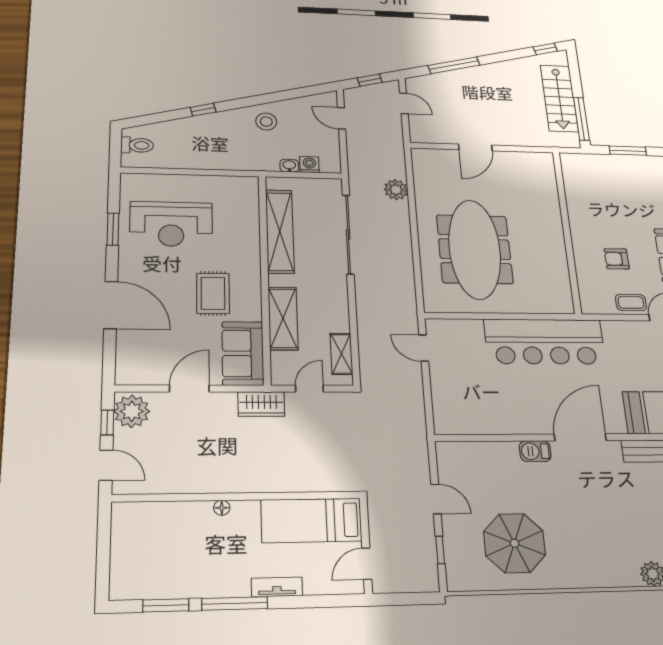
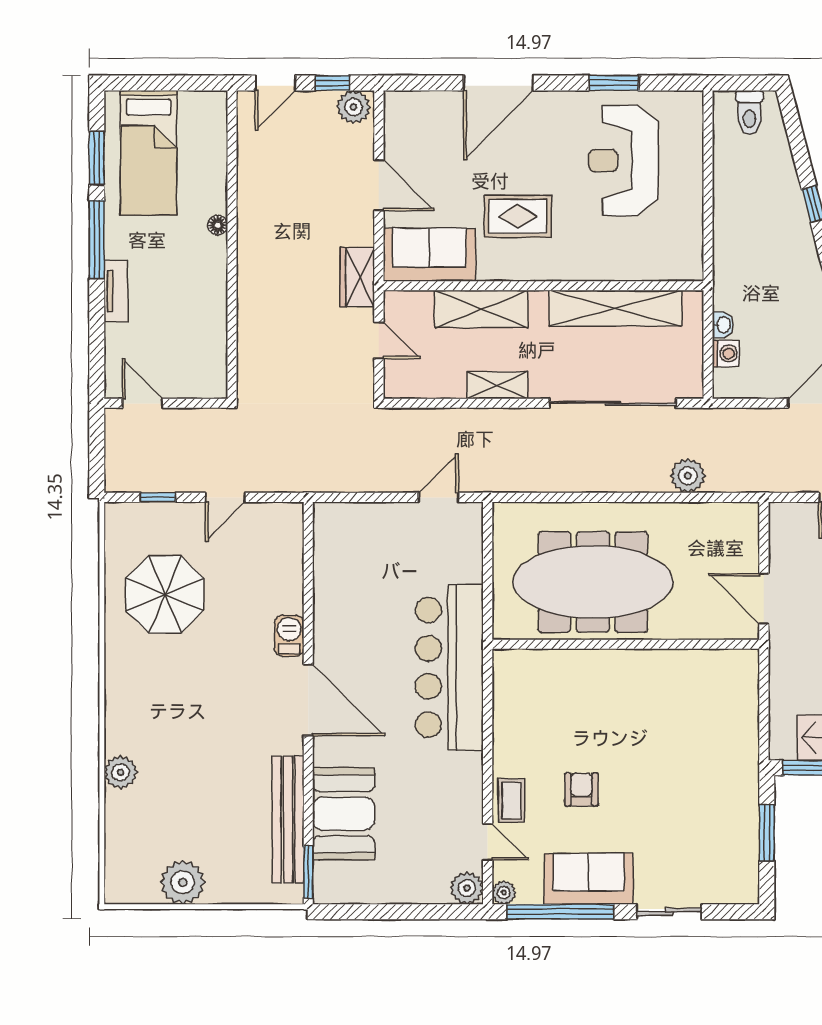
stool: (266, 122) -> (797, 294), removed
wall: (567, 231) -> (626, 644), moved
shelving: (341, 354) -> (497, 385), moved
plant: (132, 411) -> (353, 107), width x0.73, depth x0.73
bed: (311, 520) -> (149, 153), moved, turned 180

